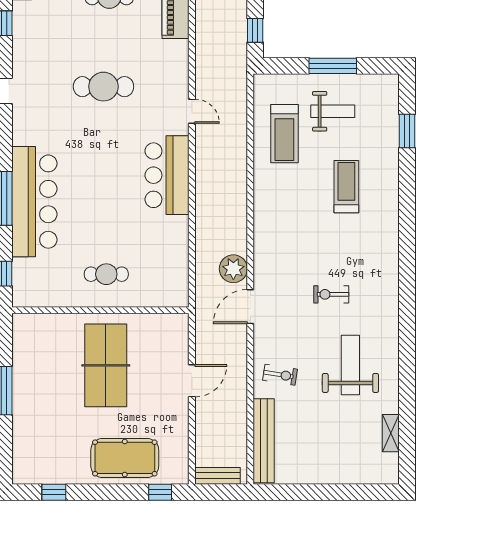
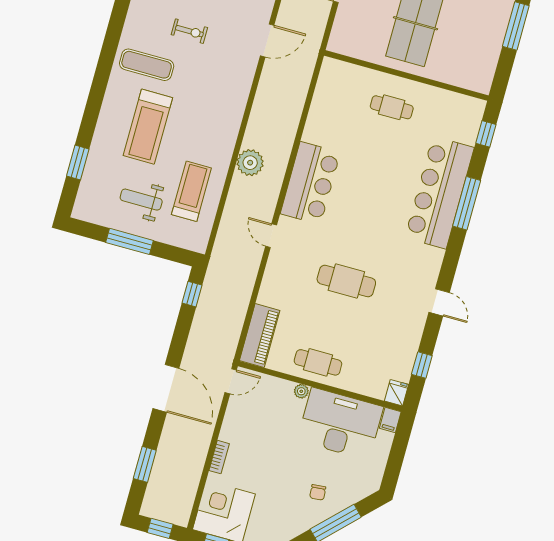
treadmill: (346, 187) -> (148, 127), width x1.37, depth x1.38
exercise mat: (365, 249) -> (147, 65), added
plant: (233, 269) -> (250, 163), moved

